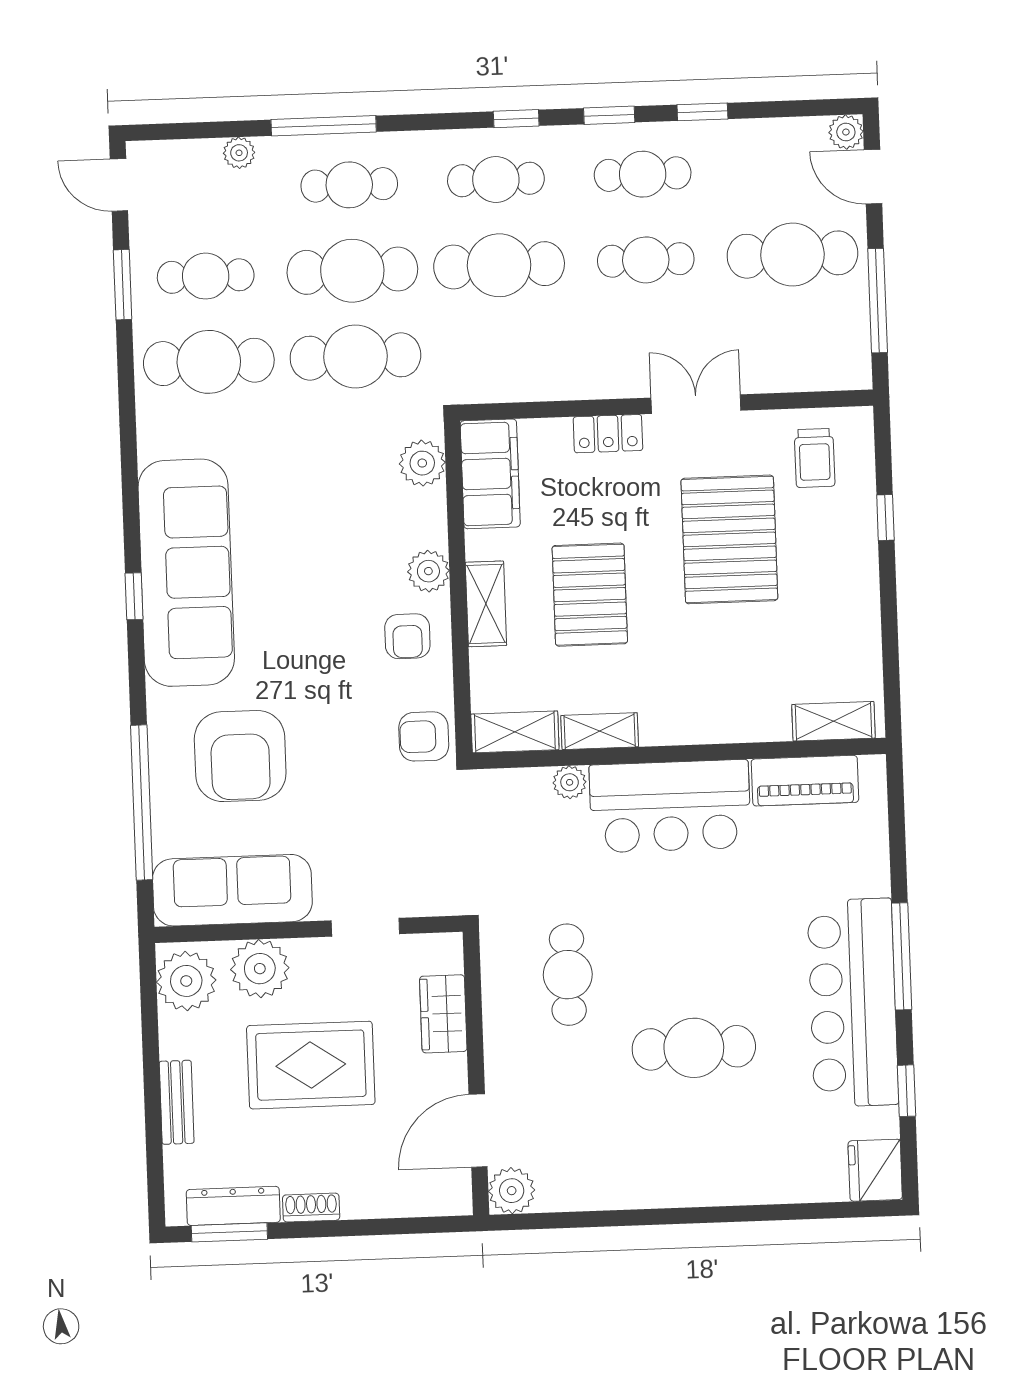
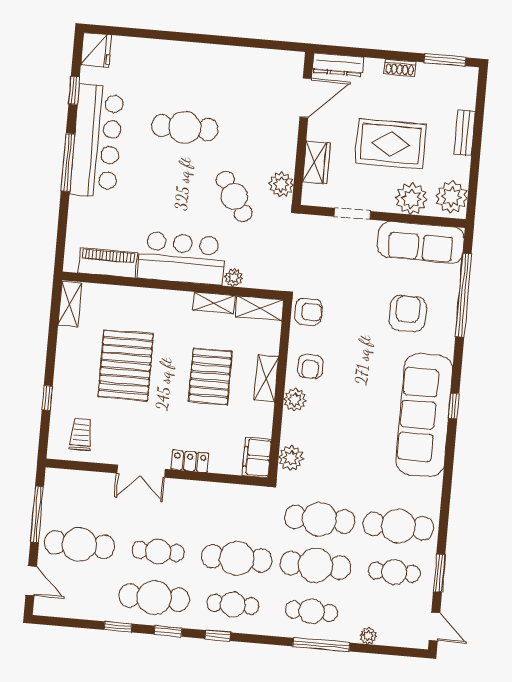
plant: (846, 132) -> (43, 606), removed
cafe table: (643, 174) -> (154, 598), width x1.37, depth x1.35
filing cabinet: (490, 474) -> (257, 457), width x0.67, depth x0.86
pallet: (729, 539) -> (126, 365), moved
armchair: (407, 636) -> (310, 366), turned 180
shelving: (833, 721) -> (70, 304), moved, turned 90
armchair: (240, 756) -> (408, 314), width x0.73, depth x0.73
cafe table: (568, 975) -> (234, 196), moved, turned -33
plant: (512, 1191) -> (281, 184), moved
dresser: (233, 1206) -> (338, 65), moved

